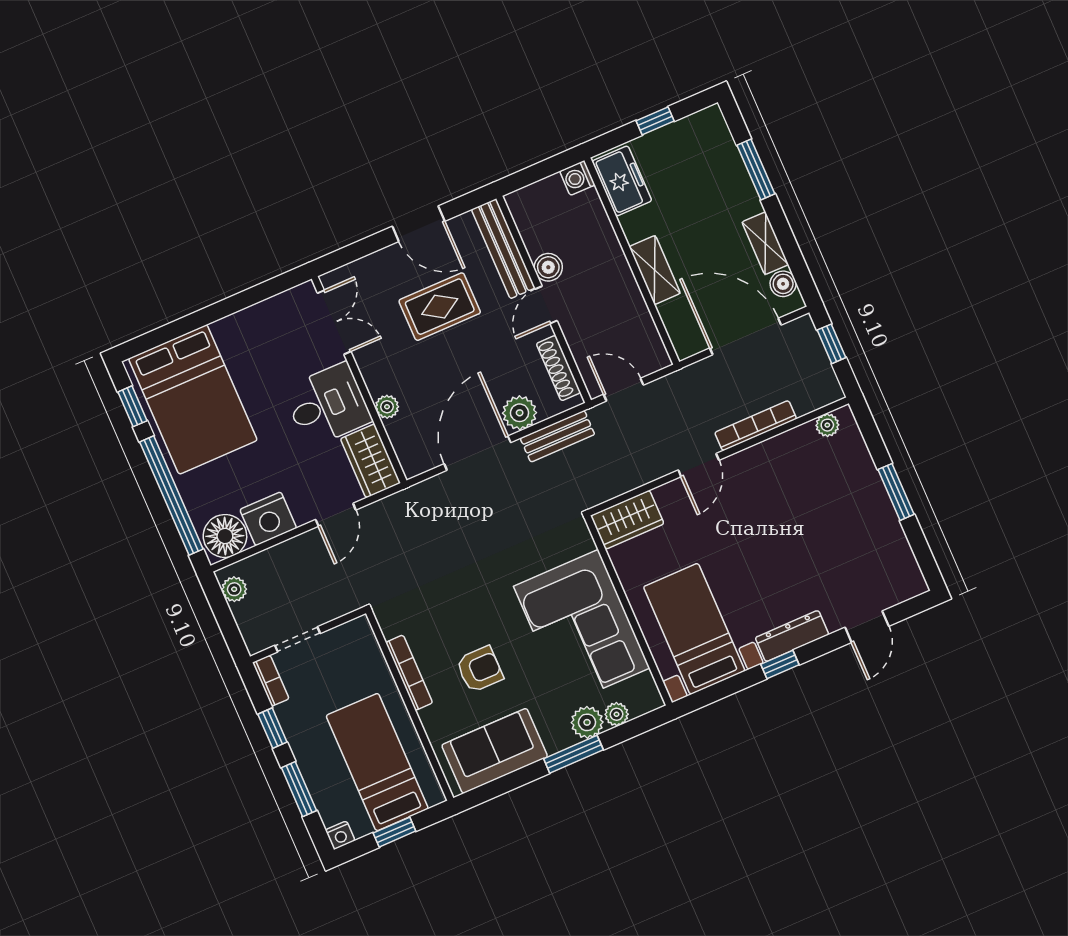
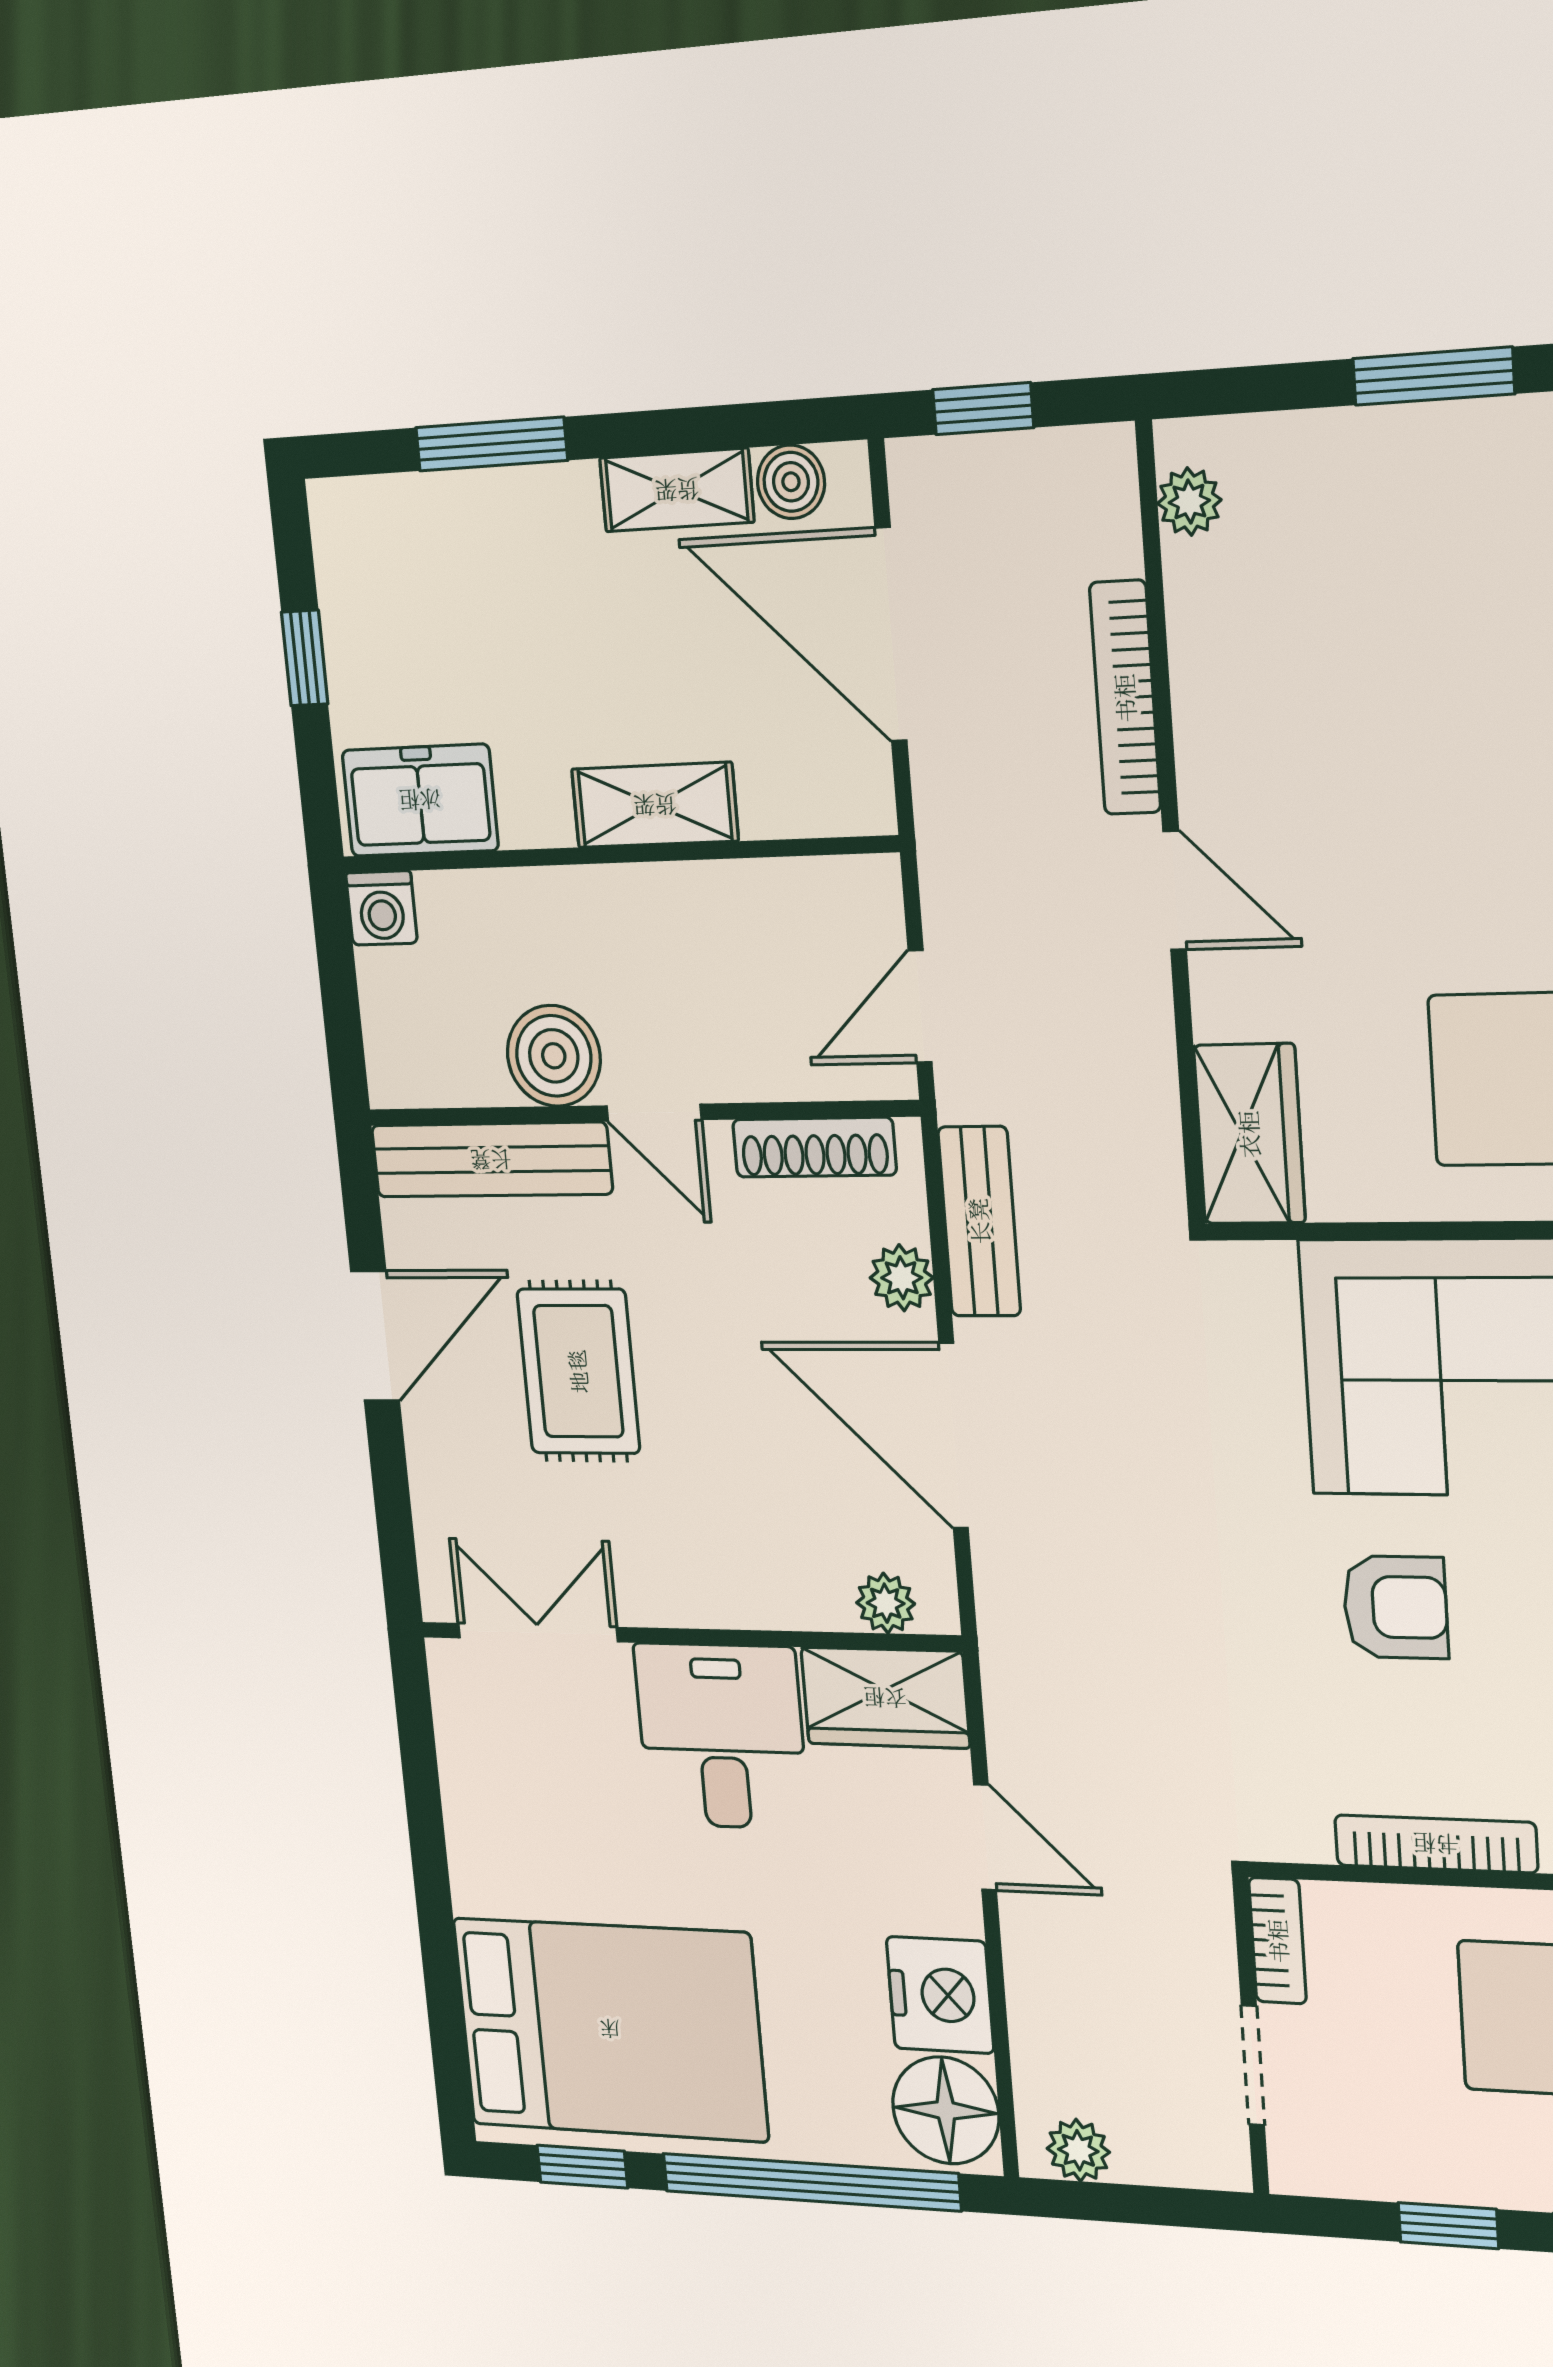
boiler: (548, 267) -> (554, 1056), width x1.36, depth x1.36
door: (746, 337) -> (891, 634), hinge flipped
plant: (387, 407) -> (886, 1603), moved
plant: (520, 413) -> (902, 1278), width x0.73, depth x0.73
armchair: (480, 669) -> (1395, 1607), moved, turned 90
bookcase: (271, 681) -> (1278, 1941), moved, turned 90

